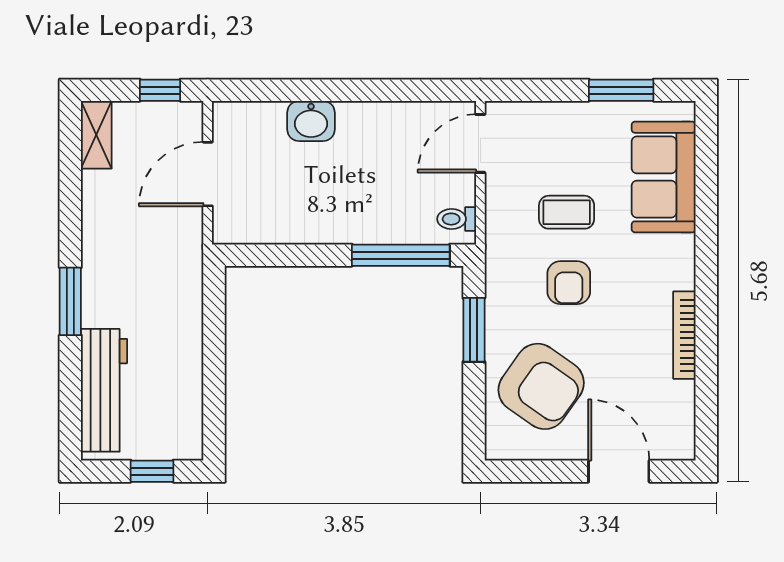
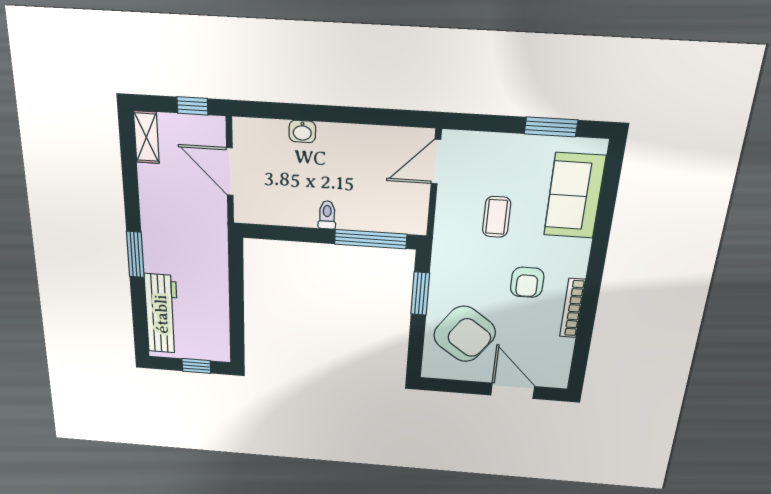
washbasin: (311, 121) -> (302, 131), width x0.72, depth x0.69
door: (208, 174) -> (230, 172), hinge flipped
coffee table: (567, 212) -> (497, 217), turned 90
toilet: (457, 219) -> (327, 215), moved, turned 90
armchair: (569, 283) -> (527, 282), moved

